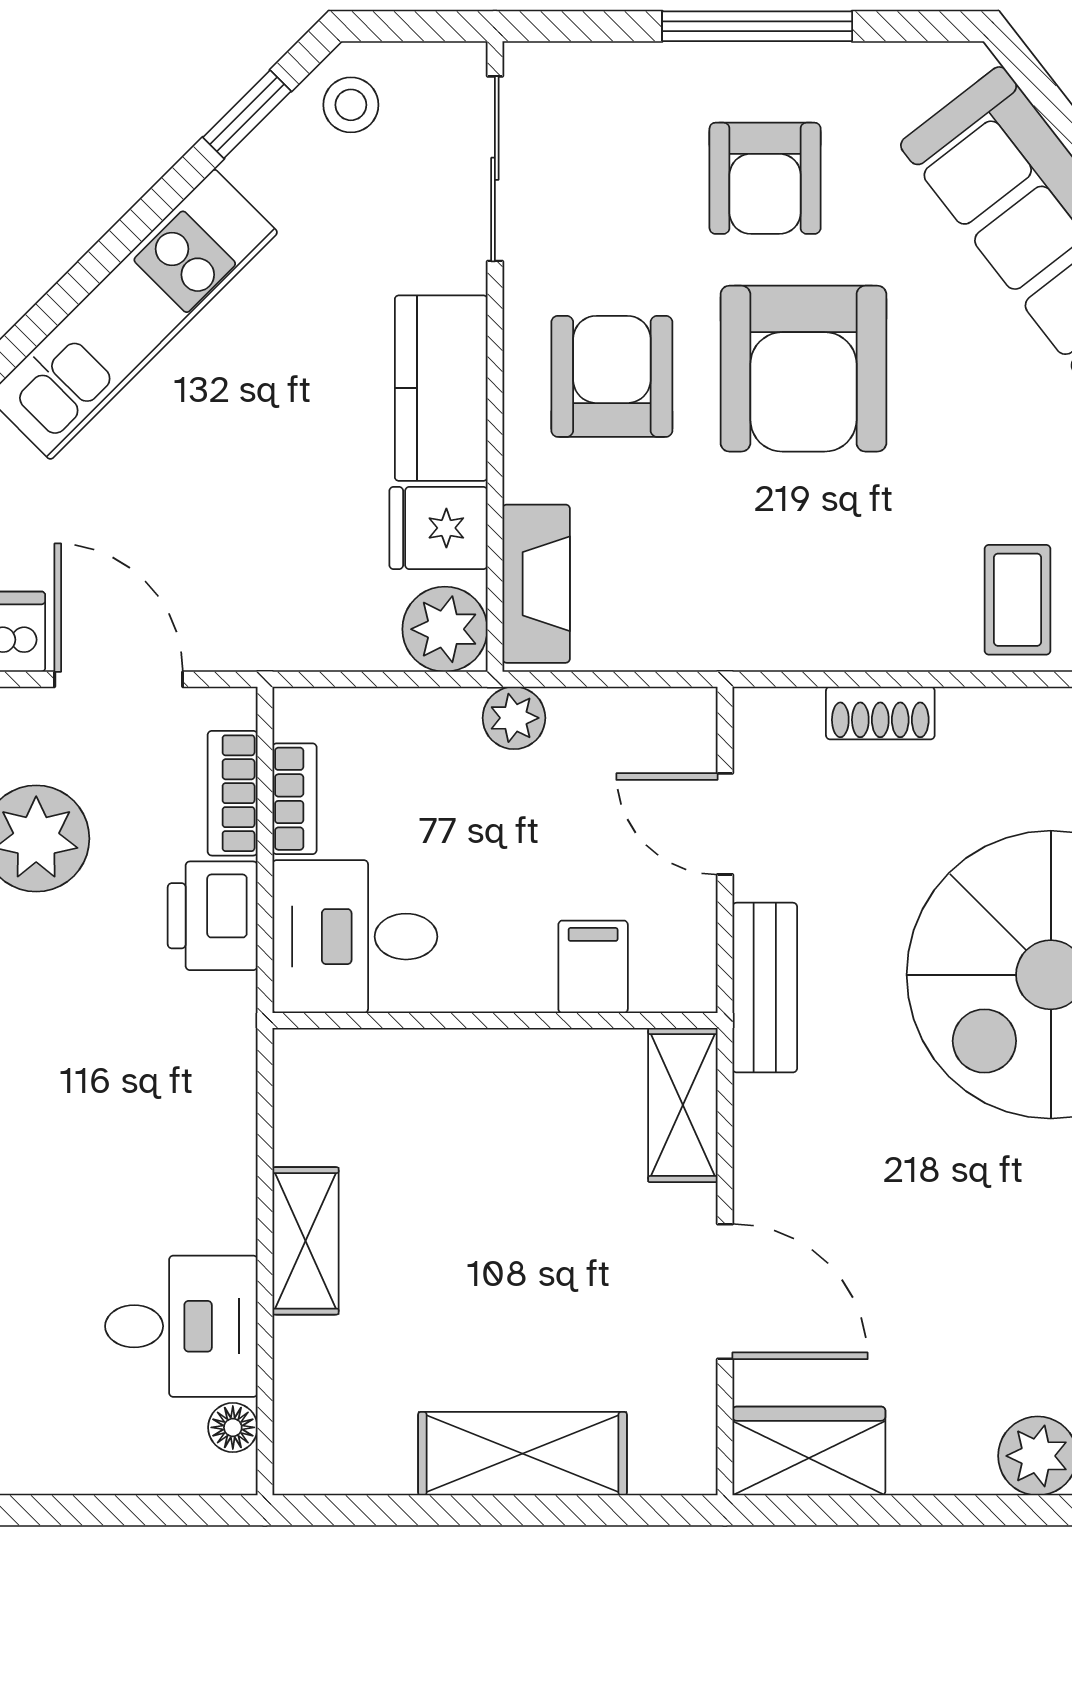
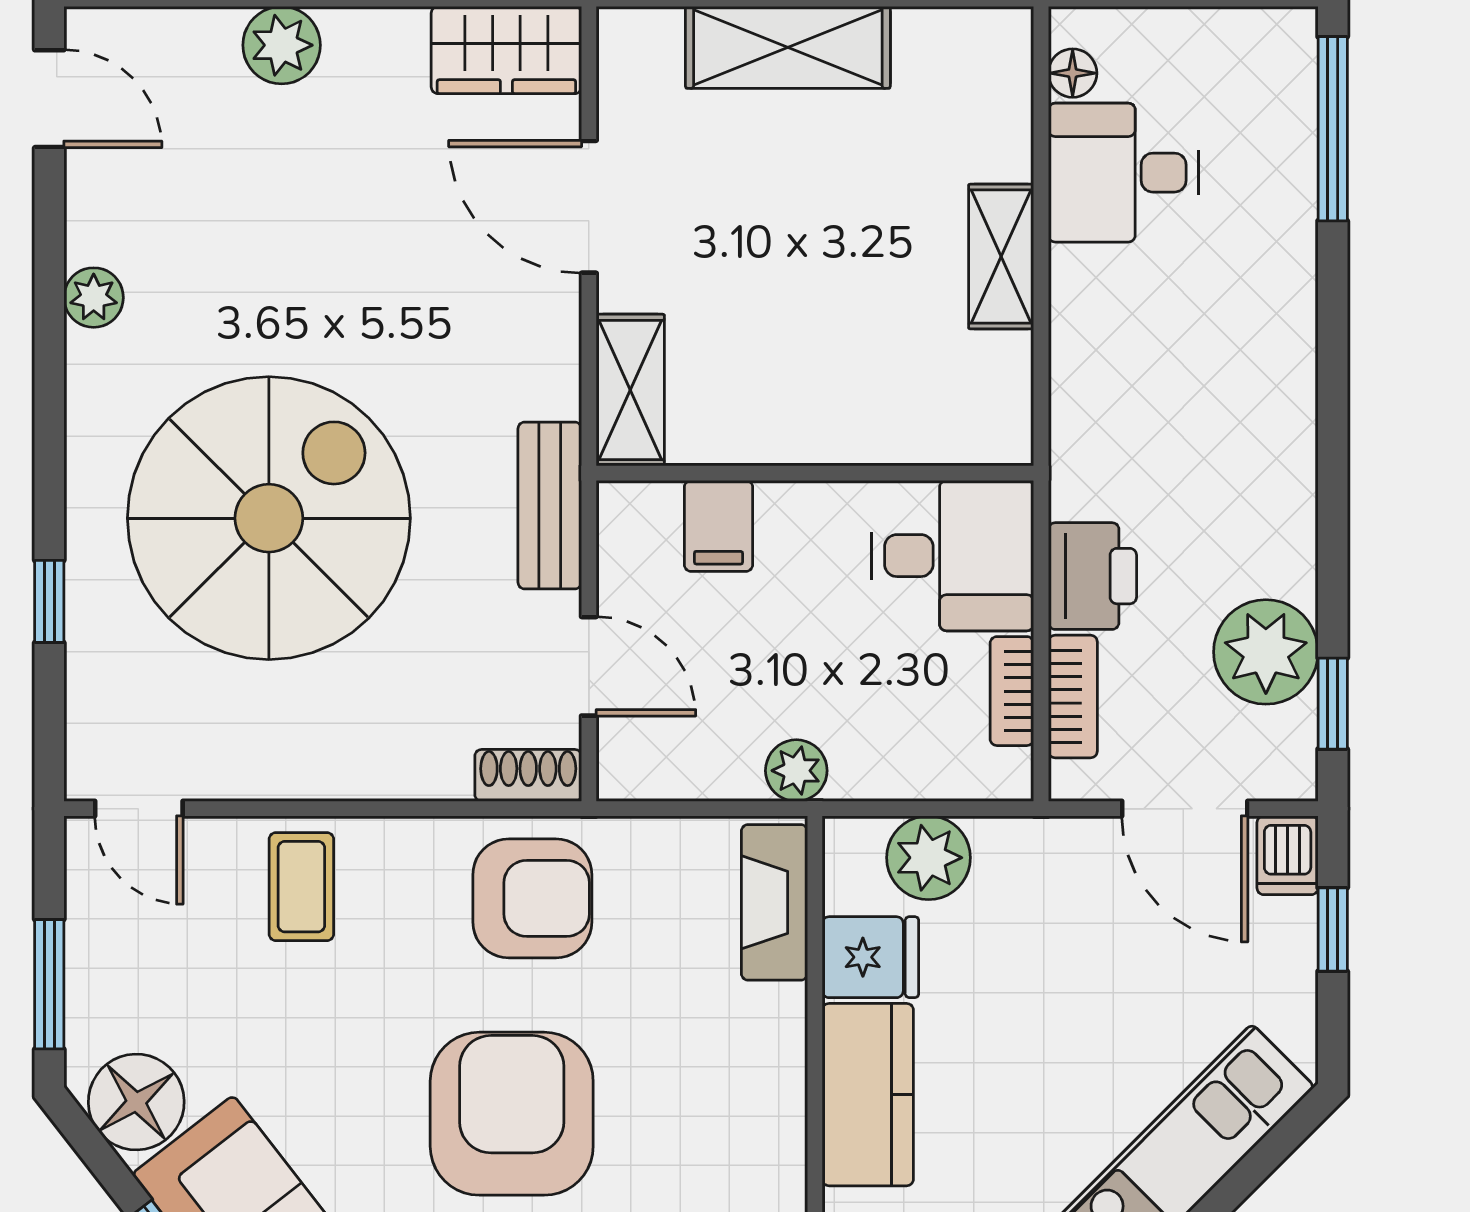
armchair: (612, 376) -> (532, 898), moved, turned -90
plant: (445, 629) -> (928, 858), moved
shoe rack: (880, 713) -> (528, 775), moved

